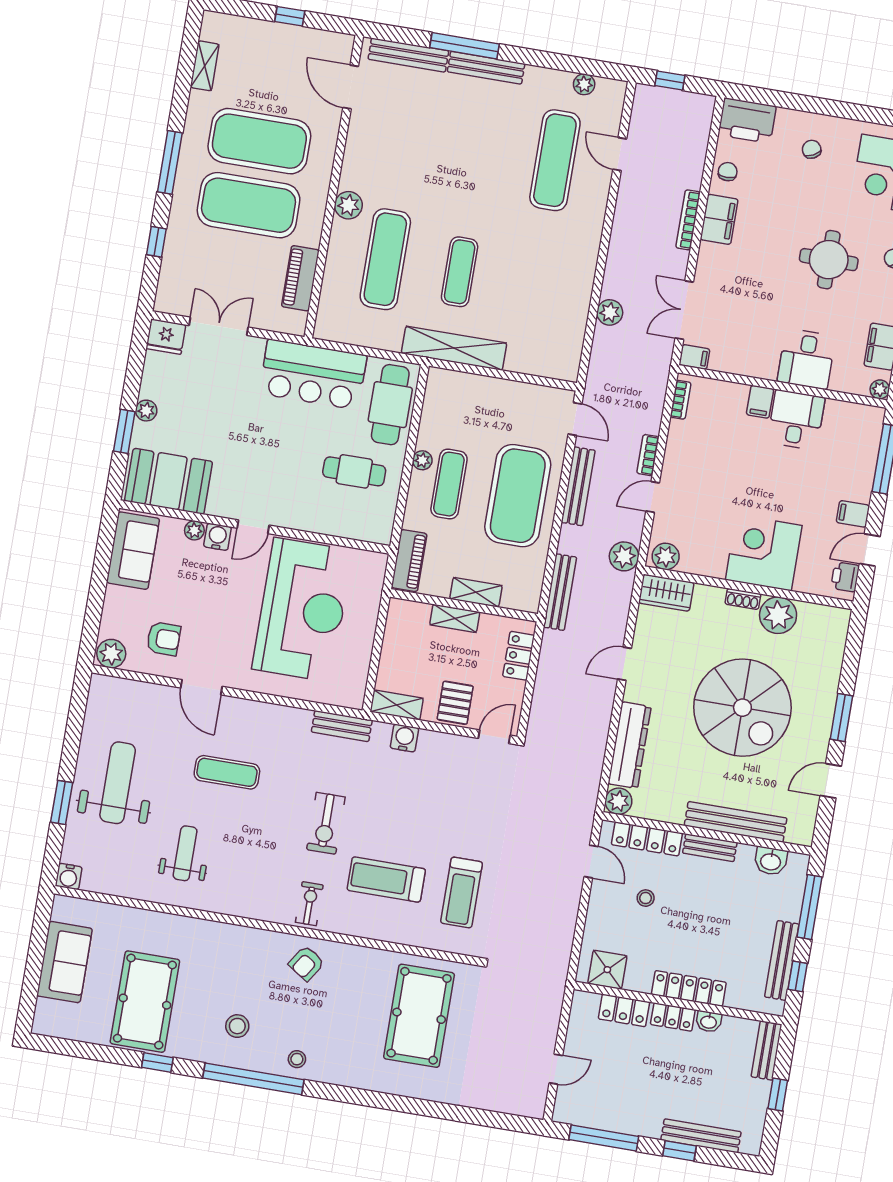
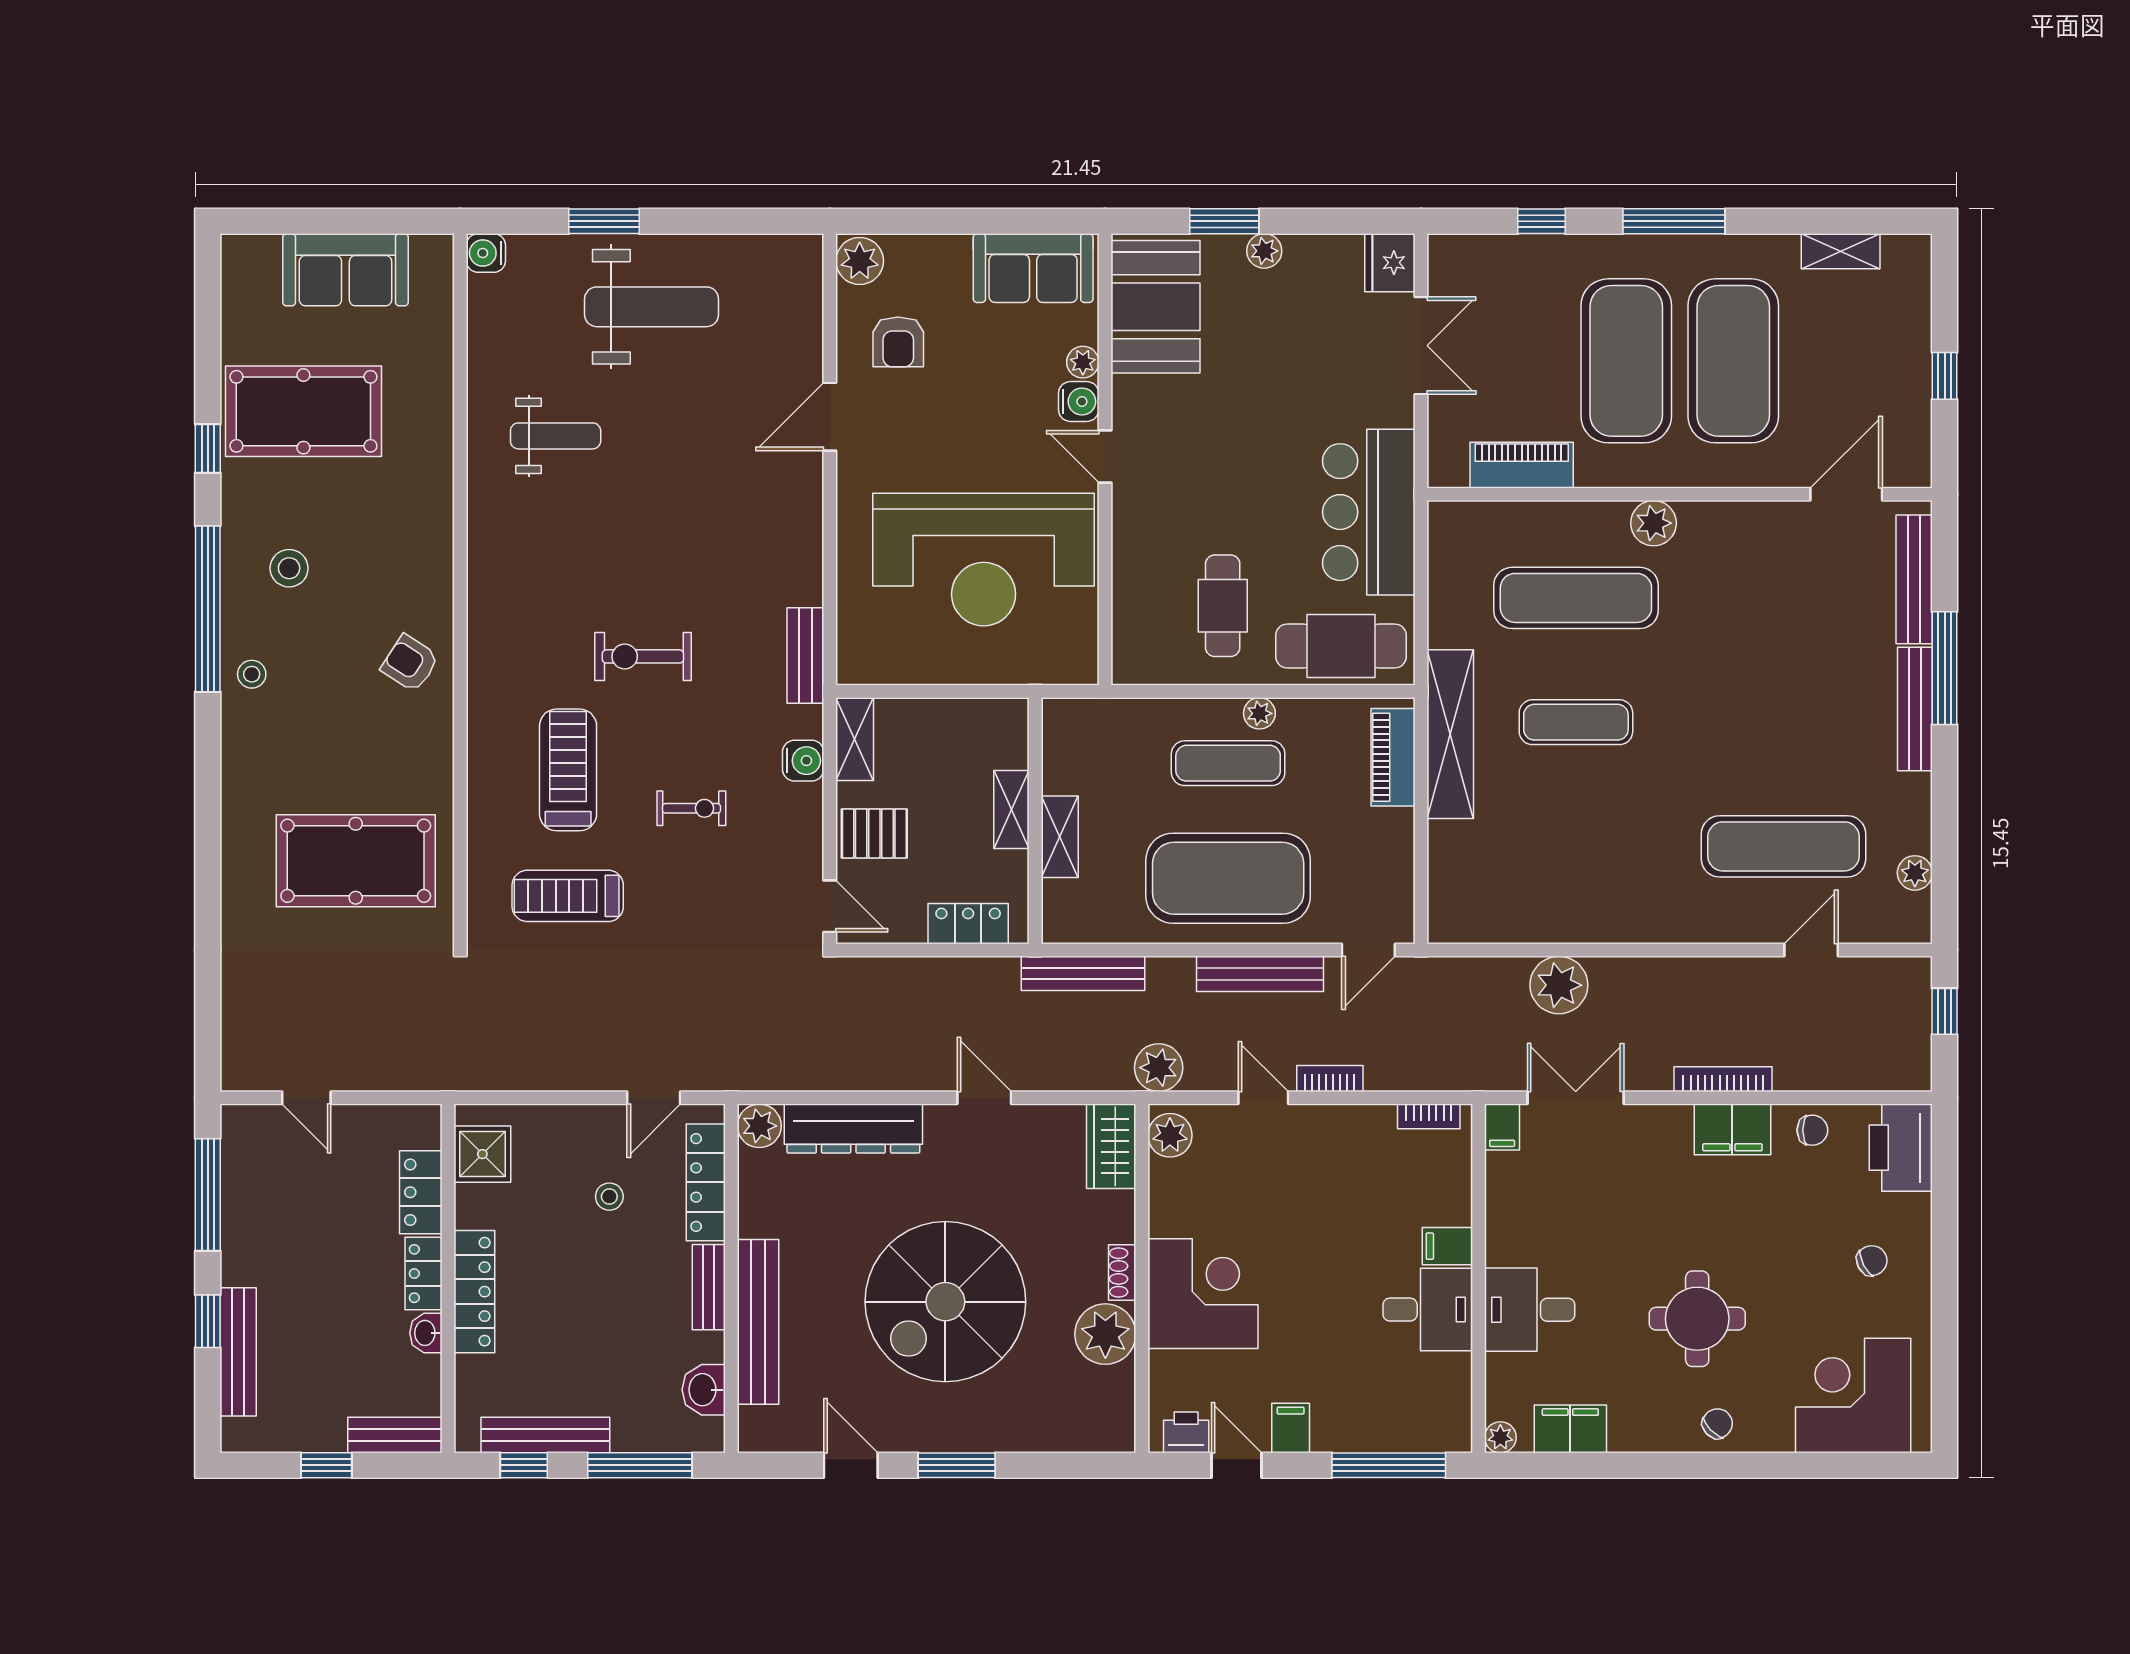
plant: (610, 312) -> (1559, 985), width x1.36, depth x1.36
piano: (409, 561) -> (1393, 757), moved, turned 90
exercise mat: (227, 772) -> (699, 482), removed
exercise bike: (309, 904) -> (691, 808), moved

